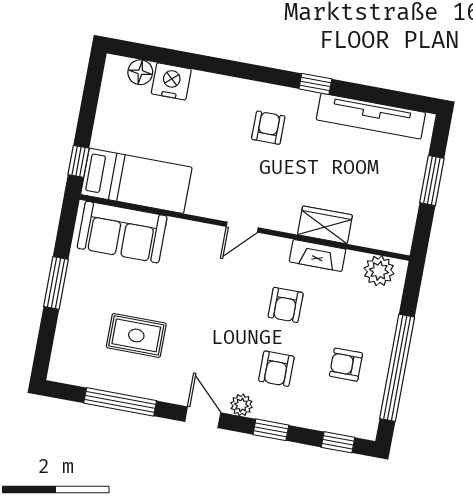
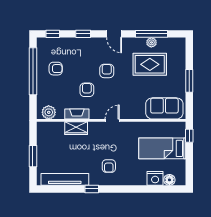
bed: (136, 181) -> (162, 148), moved
rug: (136, 335) -> (150, 64), width x1.36, depth x1.43
armchair: (276, 369) -> (107, 71), moved
plant: (241, 405) -> (151, 42), moved

